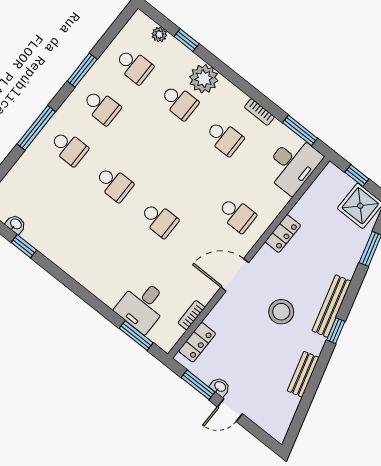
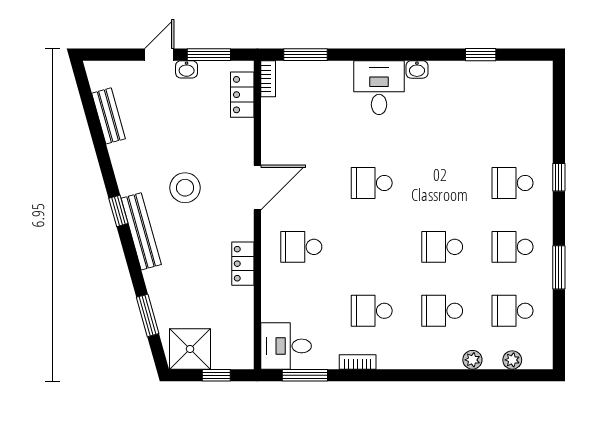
window: (187, 40) -> (482, 375), removed
plant: (204, 79) -> (472, 360), moved, width x0.53, depth x0.53
window: (36, 128) -> (559, 177), width x0.46
desk: (293, 164) -> (286, 346), width x0.73
school desk: (114, 184) -> (442, 247), moved
washbasin: (16, 224) -> (417, 69), moved
desk: (142, 306) -> (379, 88), moved
bookcase: (191, 315) -> (268, 79), moved
bench: (303, 374) -> (109, 116), moved

